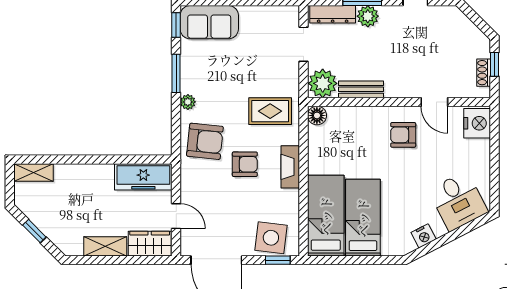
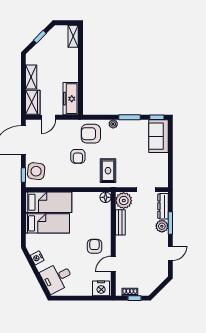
armchair: (205, 141) -> (91, 134), turned 84
fireplace: (290, 167) -> (76, 182), removed

